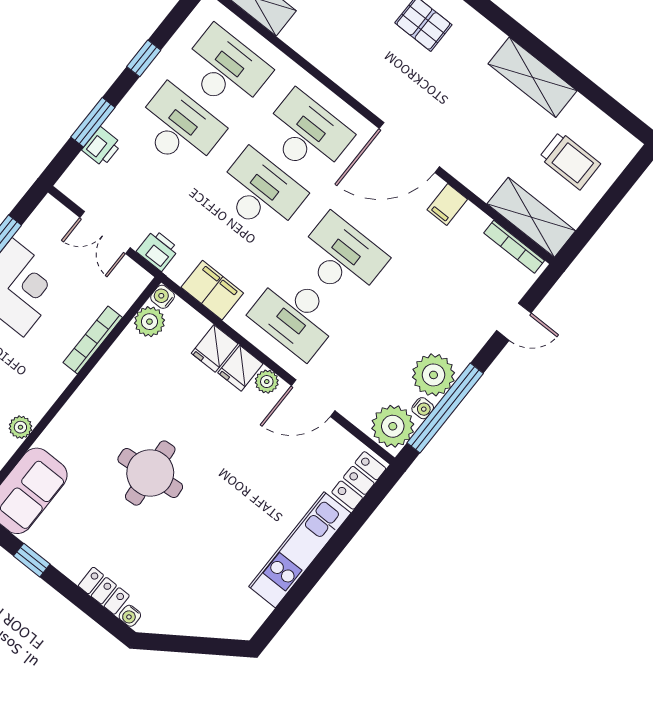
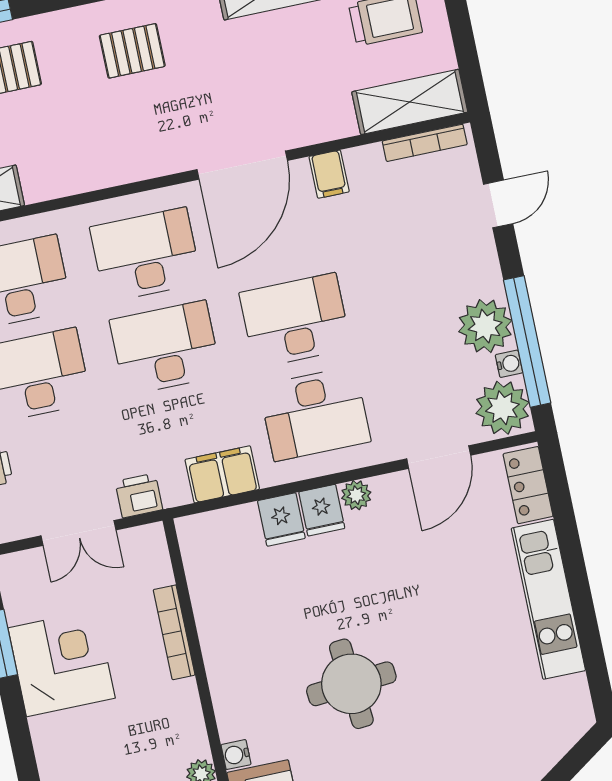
water cooler: (163, 297) -> (236, 755), moved
plant: (149, 322) -> (202, 562), removed
door: (313, 398) -> (439, 457), moved

